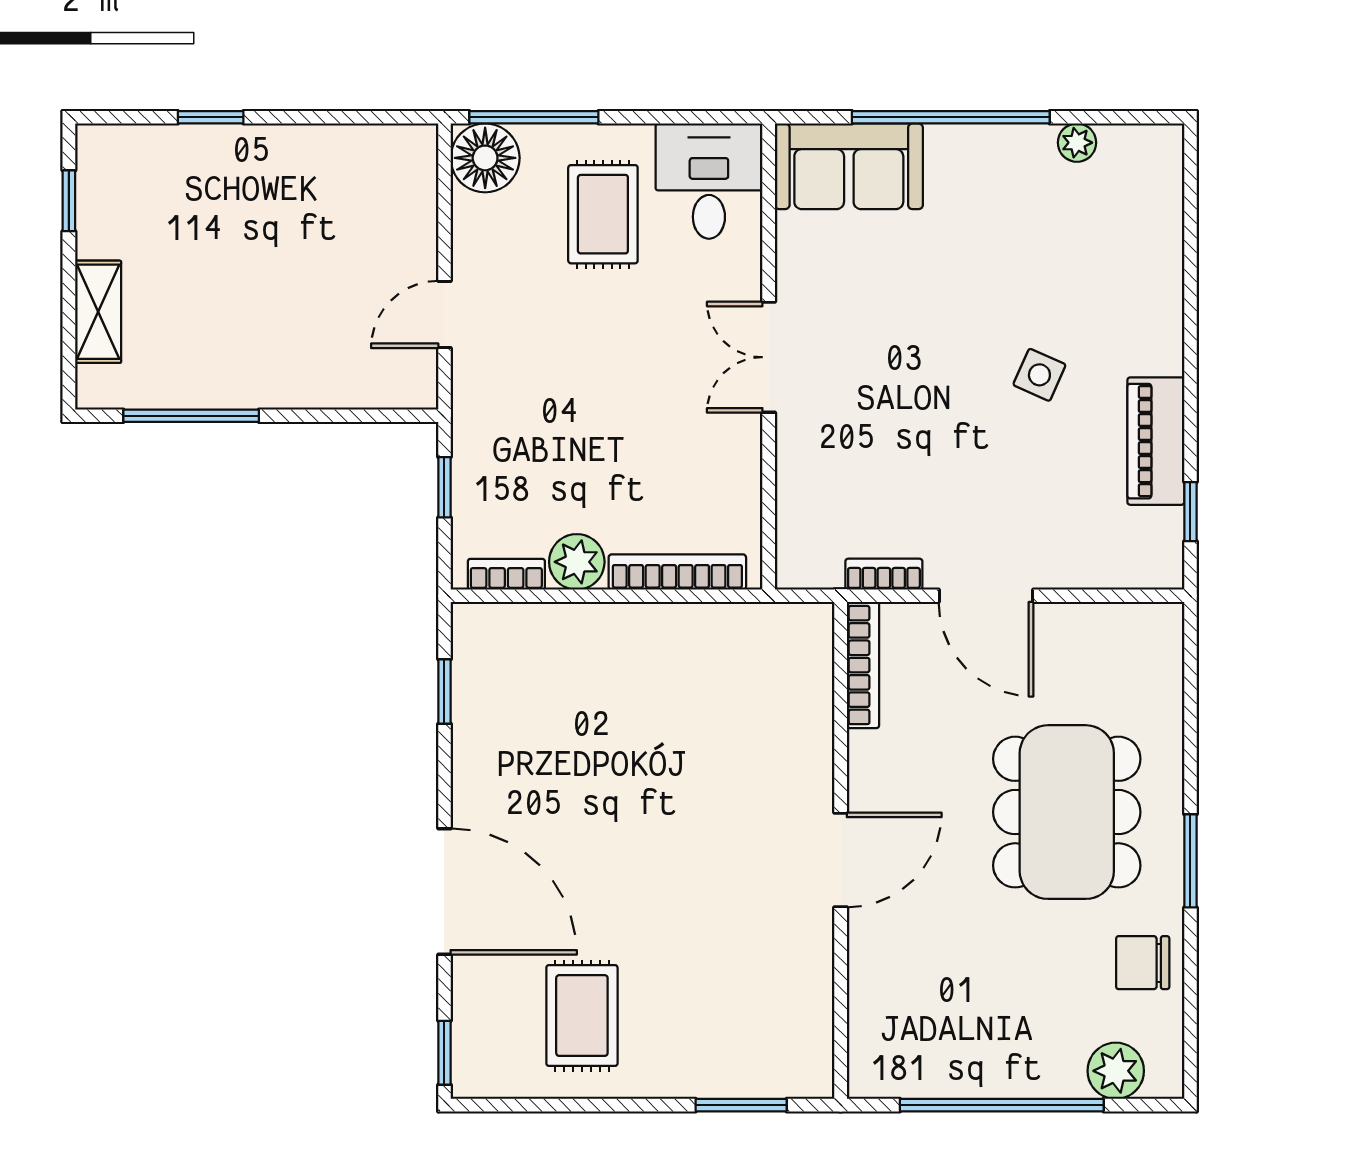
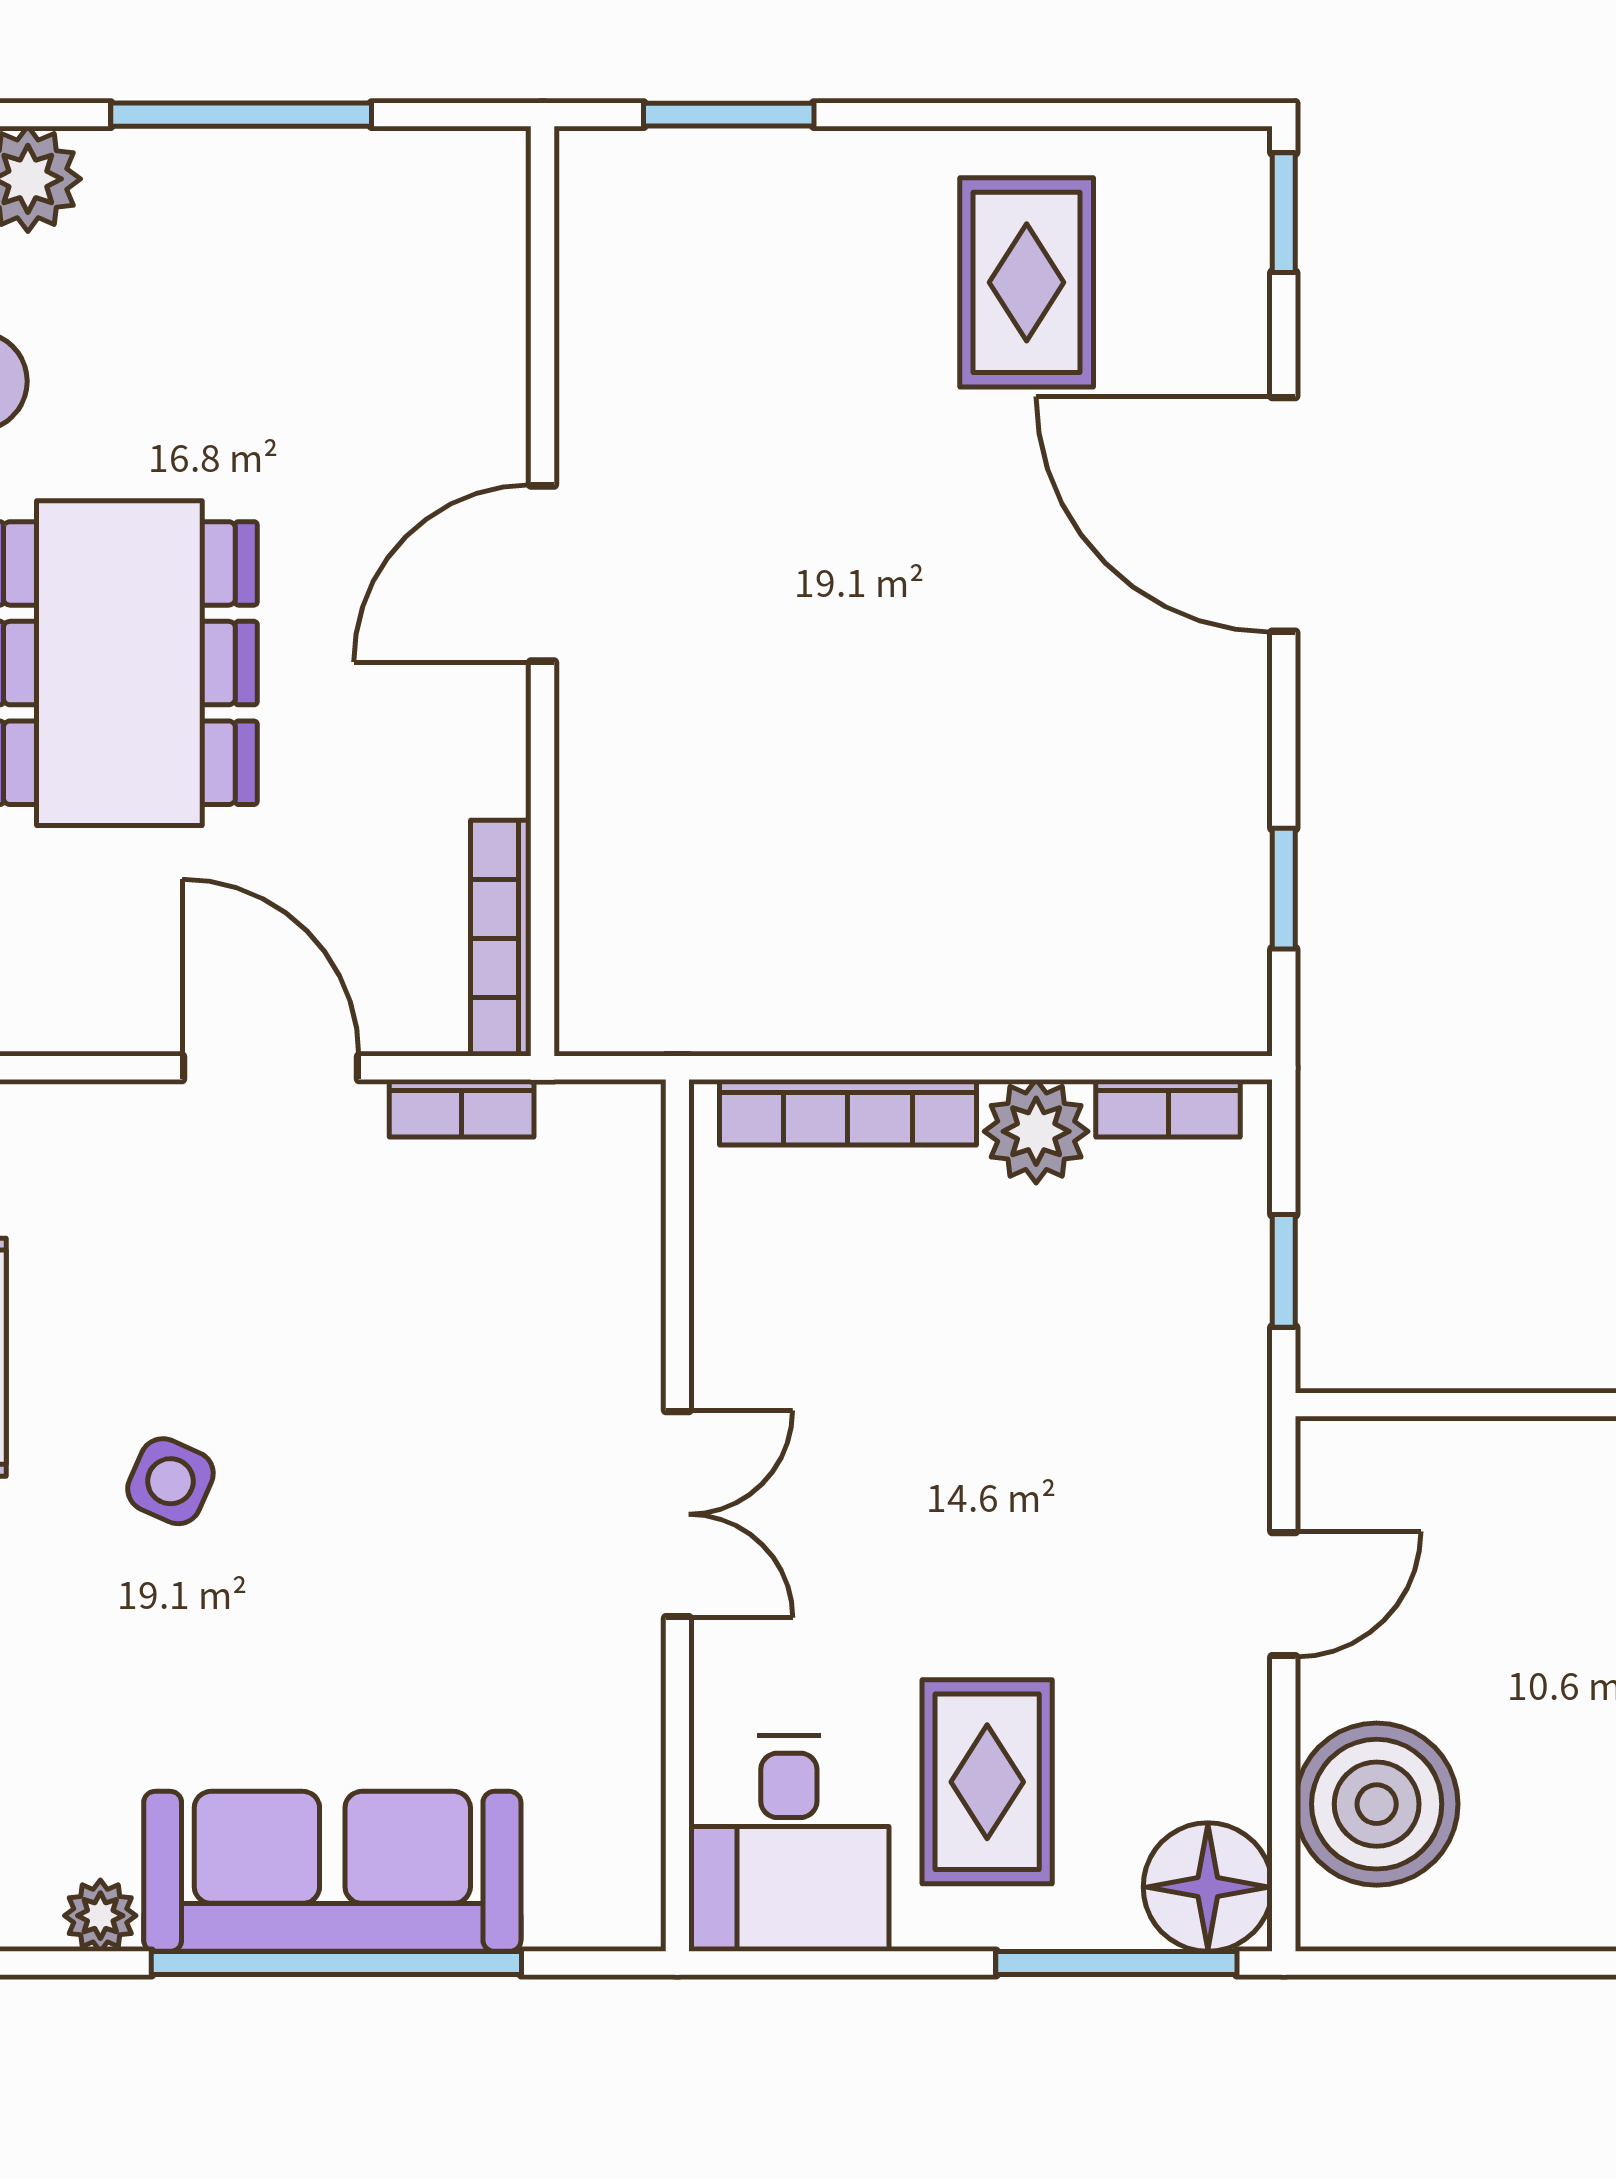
sofa: (849, 166) -> (332, 1871), moved, width x1.36
boiler: (395, 202) -> (1377, 1804), added
window: (1002, 1105) -> (241, 115), width x0.68

